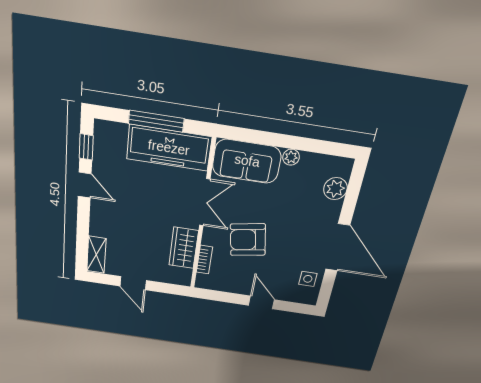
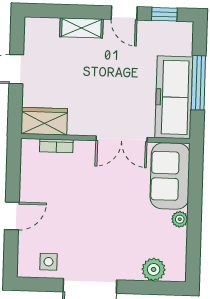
door: (85, 185) -> (124, 13), hinge flipped
armchair: (248, 240) -> (86, 189), removed
wardrobe: (184, 248) -> (44, 121), moved
shelving: (96, 255) -> (81, 28), moved

